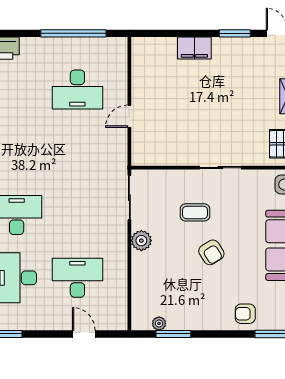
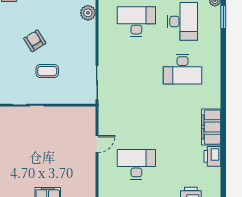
plant: (141, 241) -> (88, 13), moved
desk: (77, 278) -> (136, 21), turned 180

